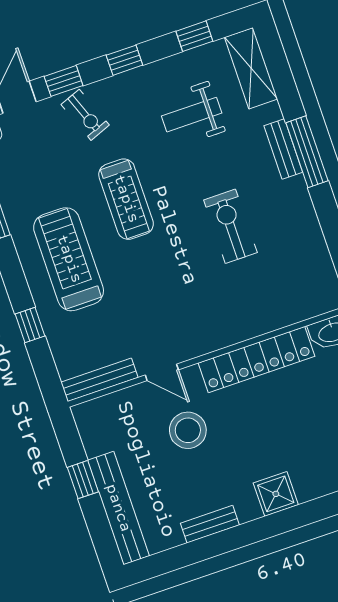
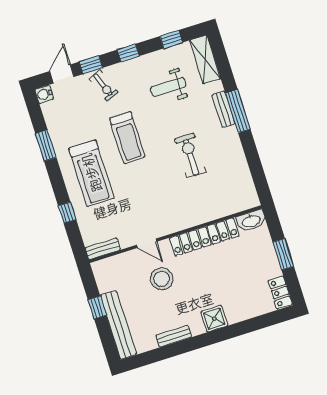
treadmill: (69, 259) -> (91, 173), turned 180
bench: (99, 380) -> (103, 249), width x0.73

